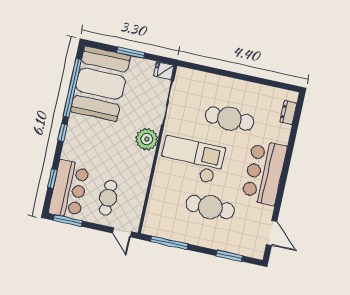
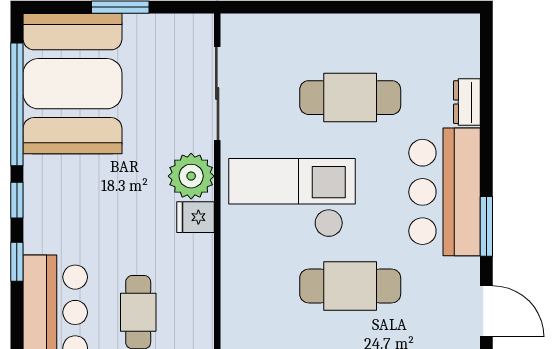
fridge: (164, 71) -> (196, 217), moved
dresser: (288, 113) -> (467, 102), moved
window: (53, 179) -> (17, 262), moved
window: (280, 193) -> (486, 226), added

